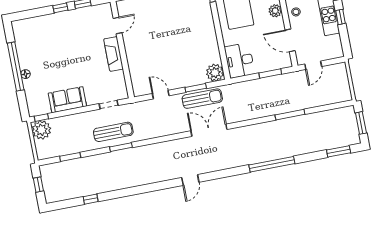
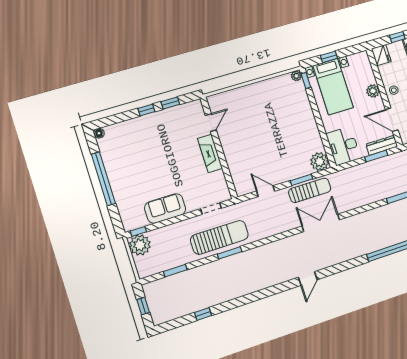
dresser: (277, 64) -> (382, 145), added
floor lamp: (26, 74) -> (99, 133), moved
sun lounger: (113, 132) -> (219, 237), width x1.36, depth x1.34

